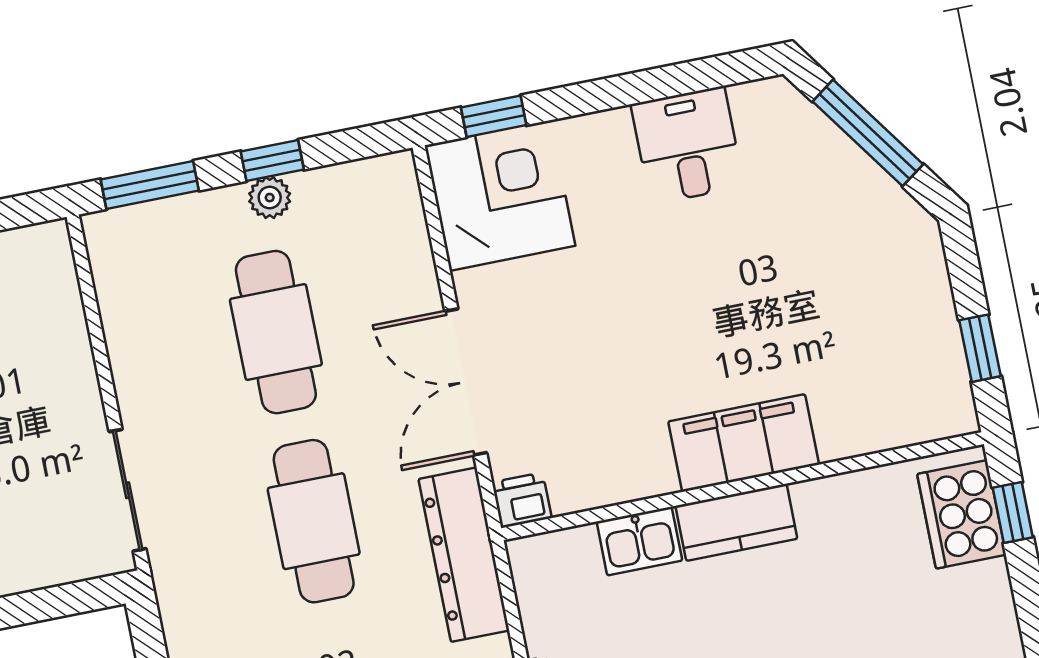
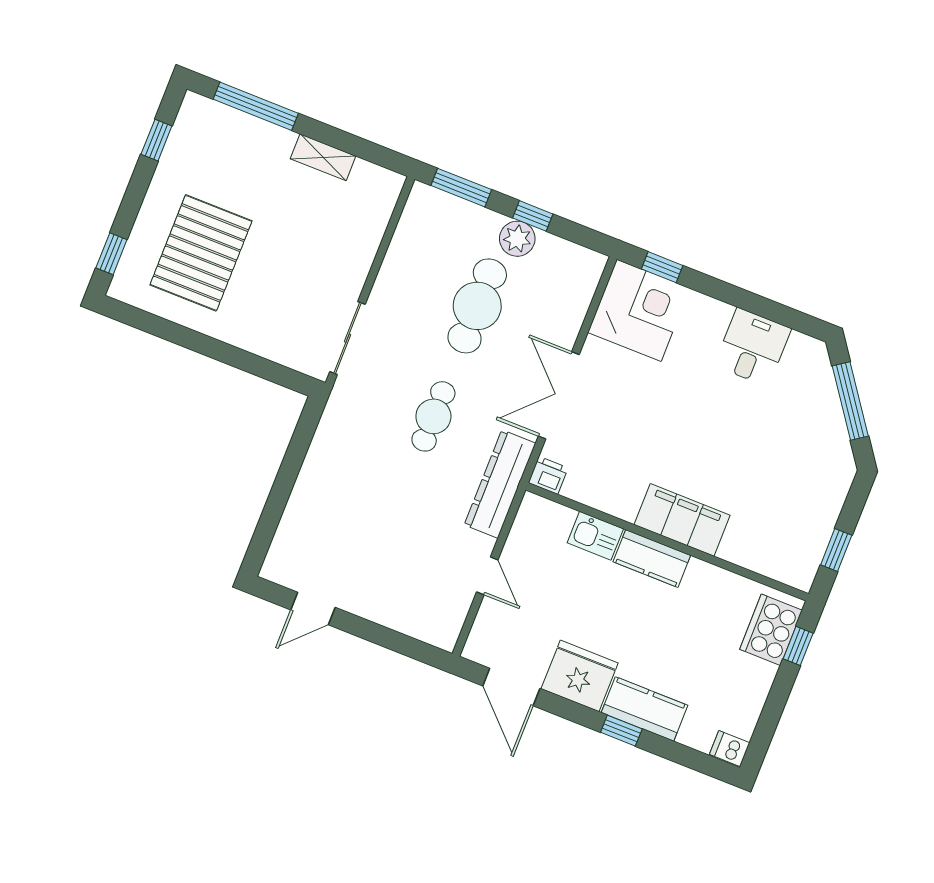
plant: (270, 198) -> (517, 239), width x1.38, depth x1.38
cafe table: (314, 521) -> (433, 416), width x0.73, depth x0.74

